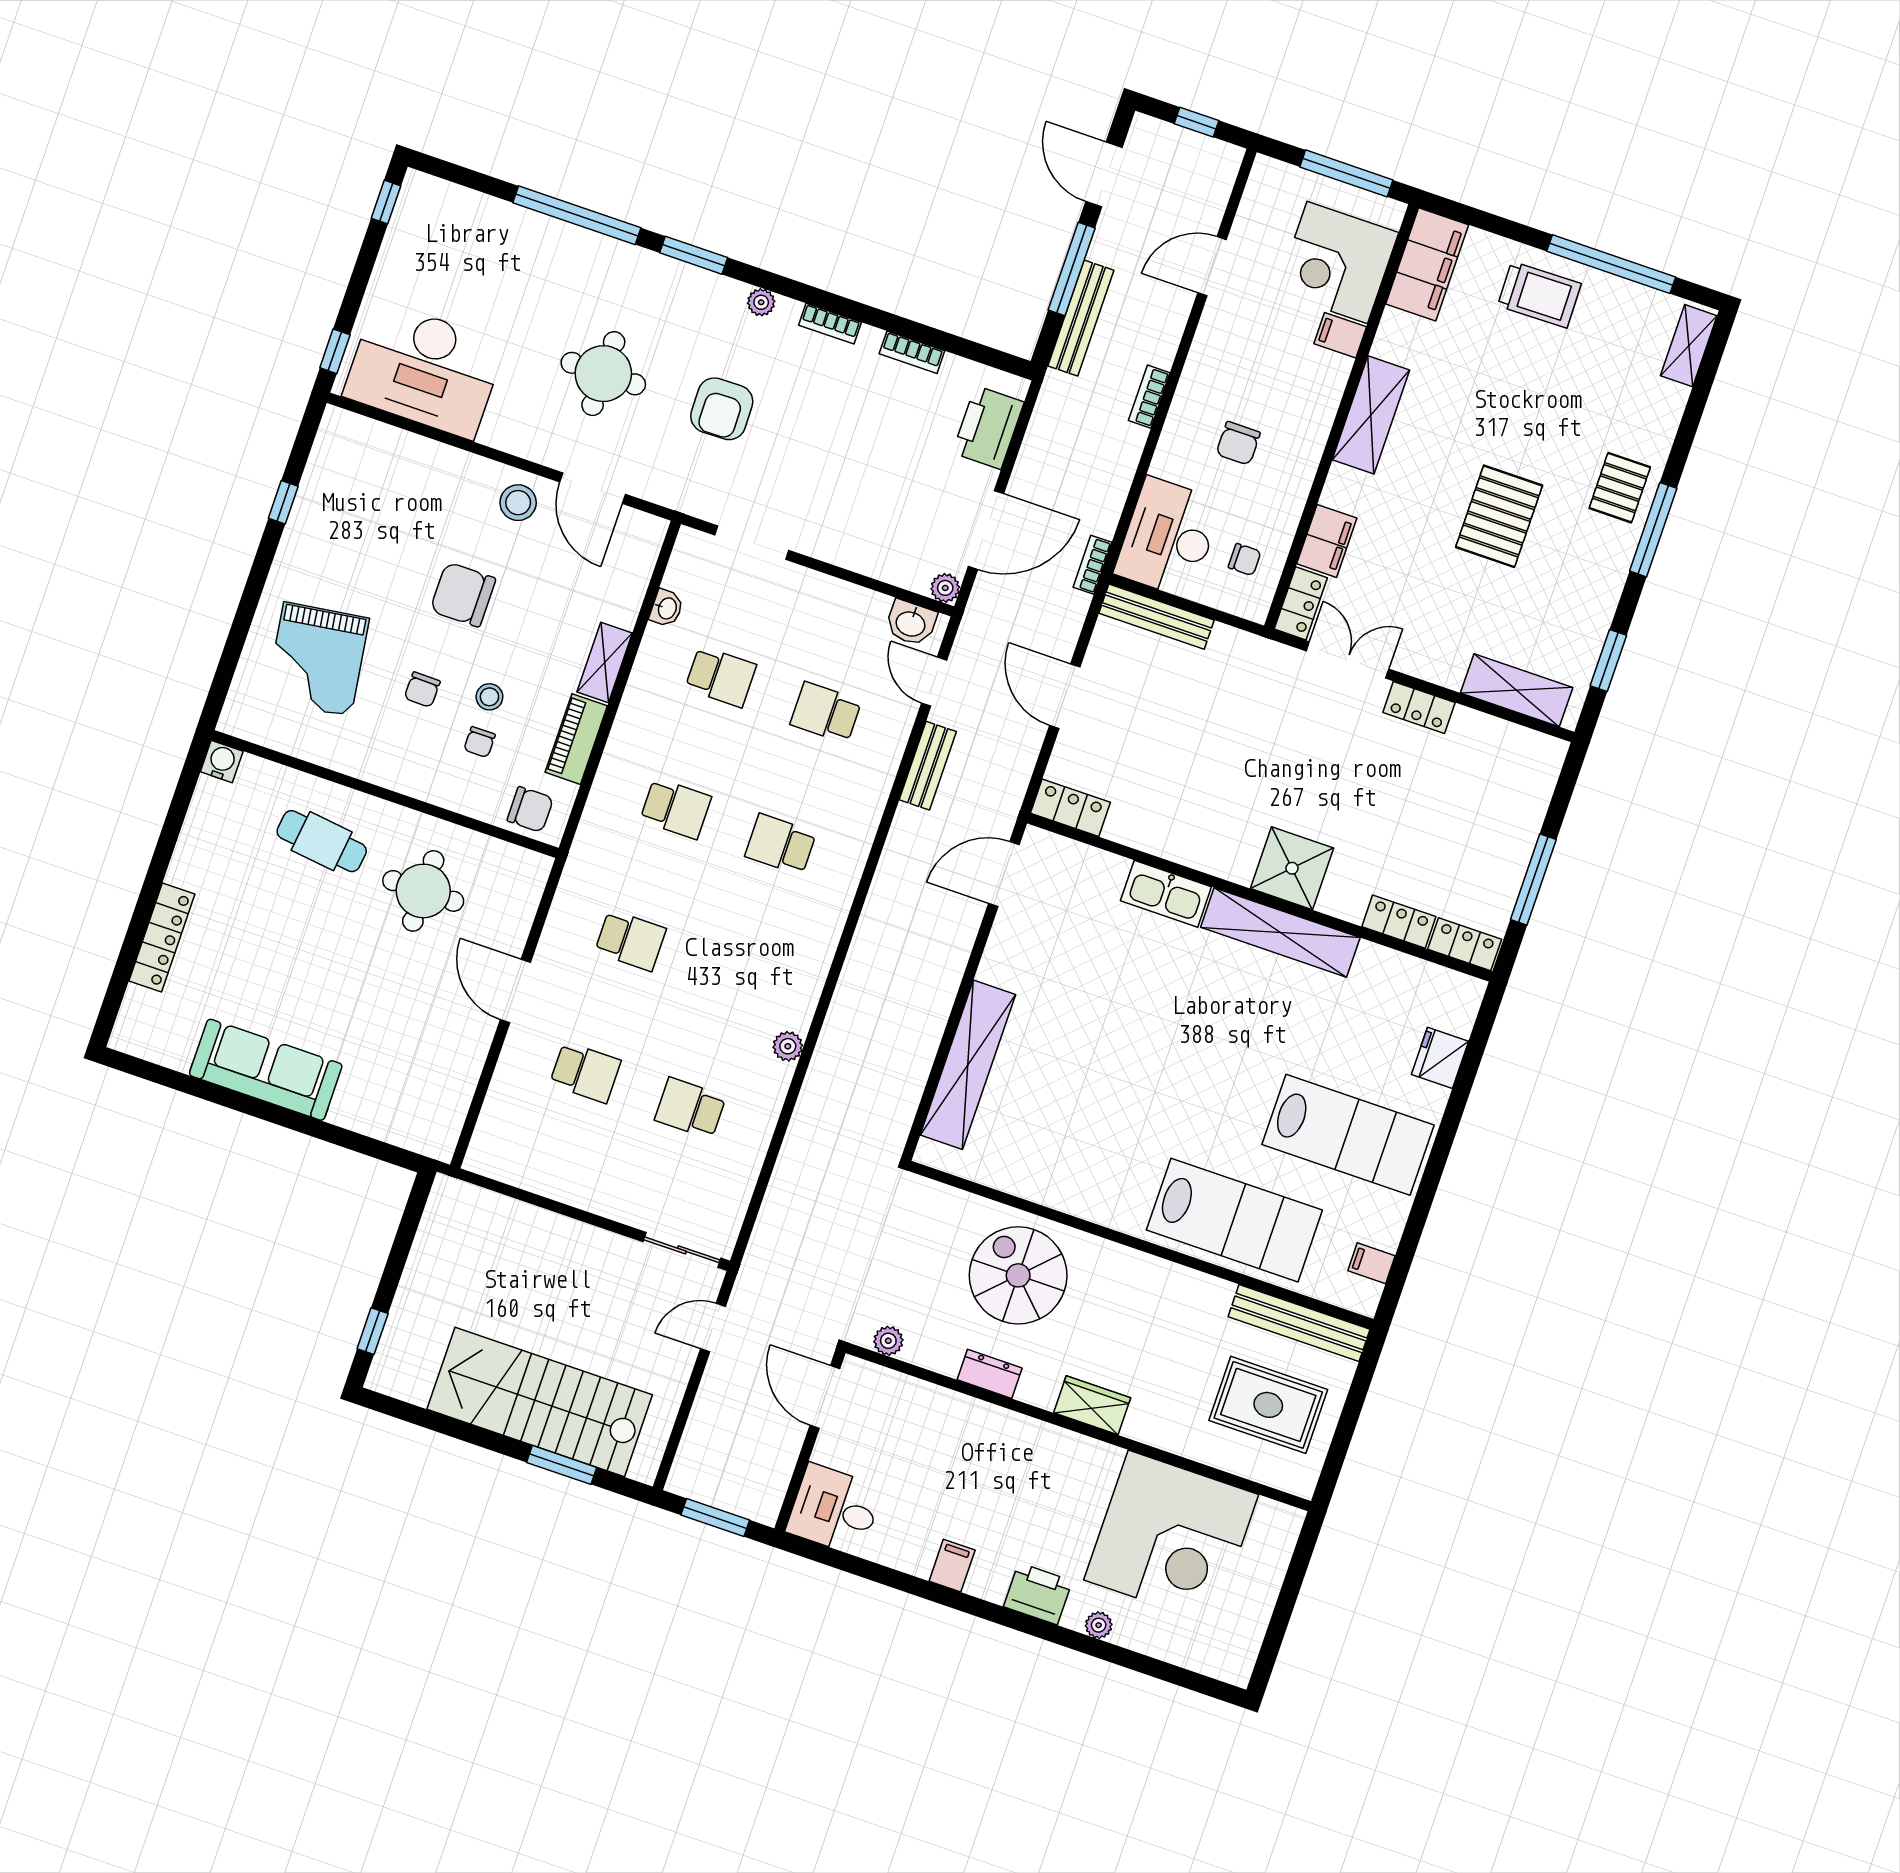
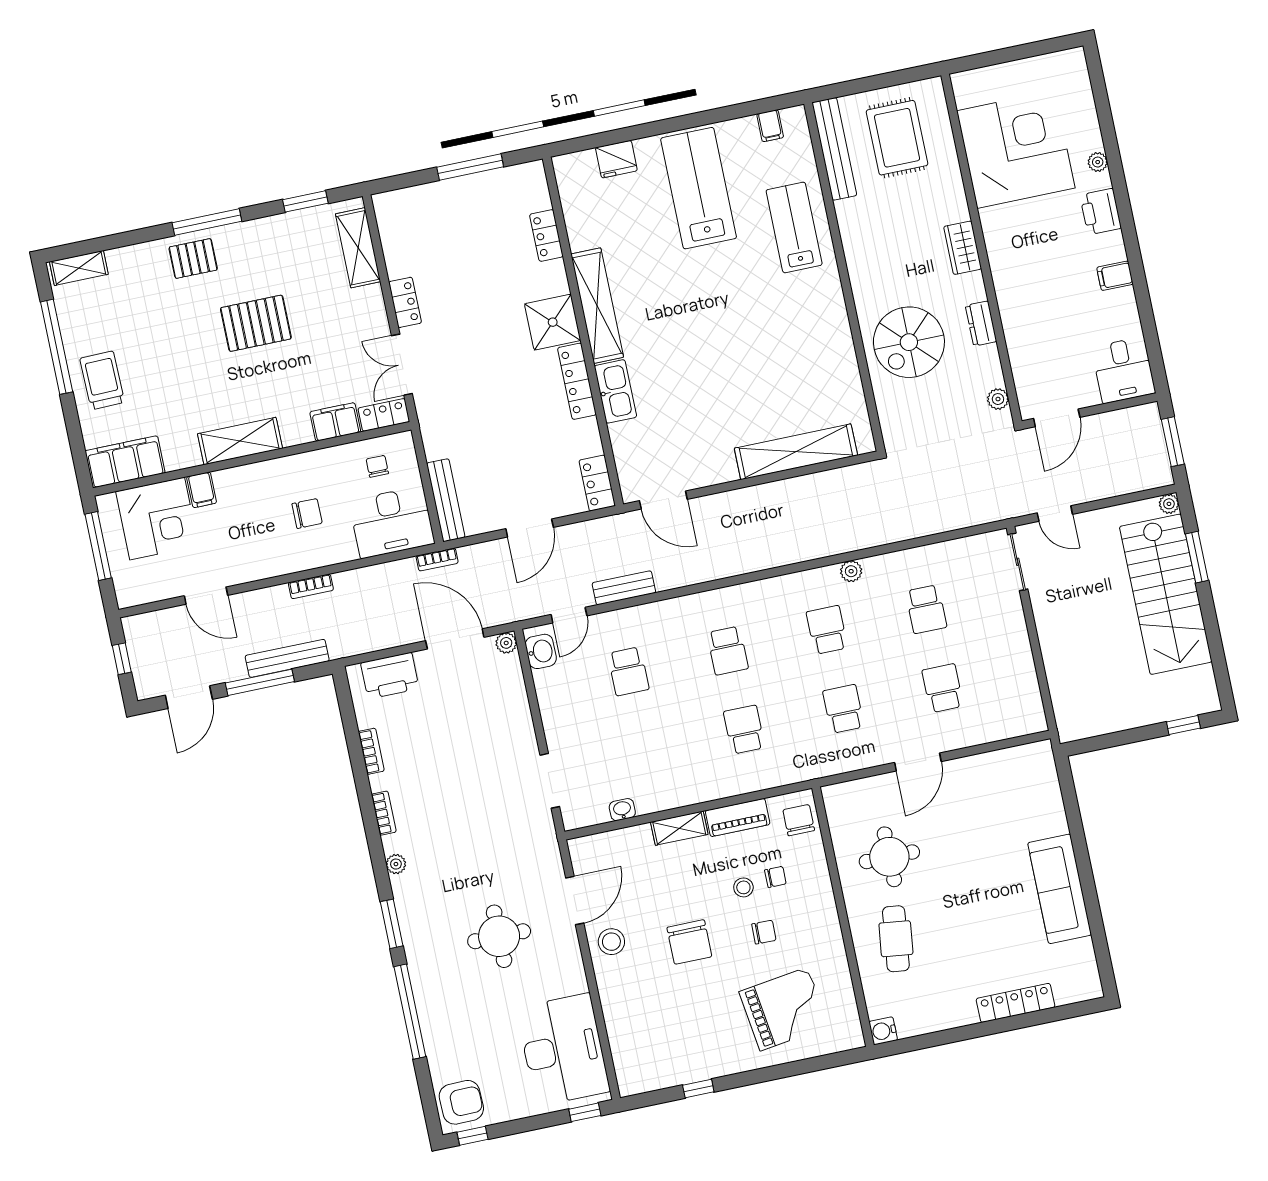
armchair: (722, 409) -> (461, 1102), moved
school desk: (721, 677) -> (827, 630), moved
locker: (1465, 944) -> (577, 381), moved, width x1.53
lab bench: (1234, 1220) -> (794, 227), width x0.73, depth x0.72
plant: (644, 1469) -> (1169, 504), added

